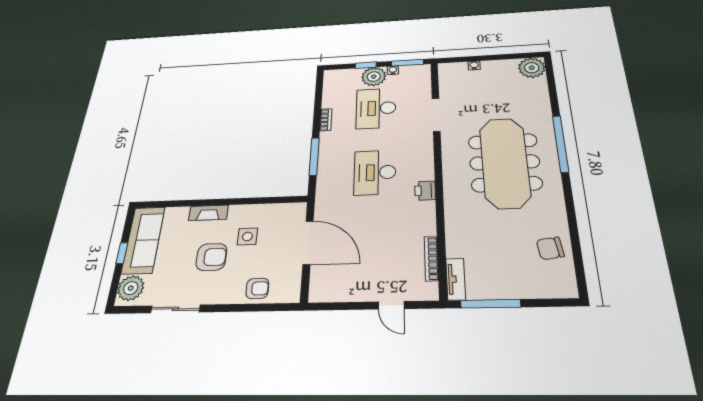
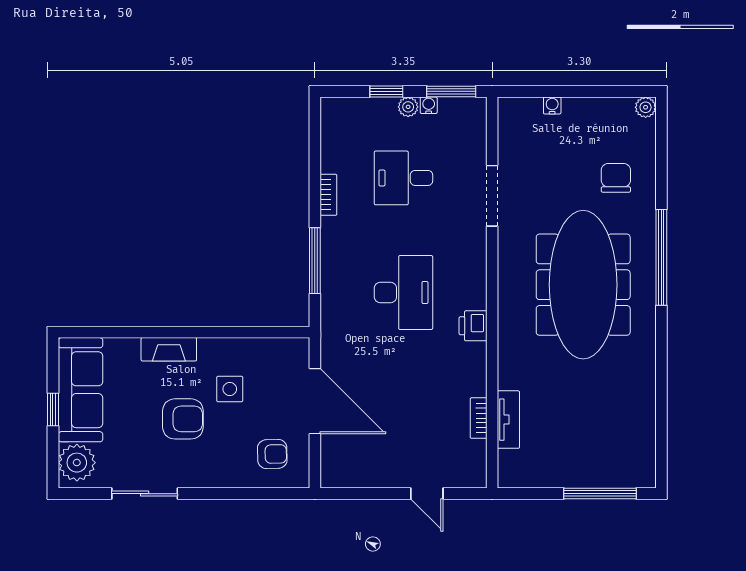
plant: (532, 68) -> (646, 107), width x0.53, depth x0.53
plant: (374, 77) -> (408, 107), width x0.53, depth x0.53
desk: (376, 108) -> (403, 178), width x0.73
desk: (375, 172) -> (403, 293), turned 180
chair: (550, 248) -> (616, 178), moved, turned 98
bookcase: (431, 259) -> (479, 418), width x0.64
tv unit: (456, 279) -> (508, 420), moved
armchair: (257, 288) -> (272, 454), moved
window: (490, 304) -> (600, 494), moved

